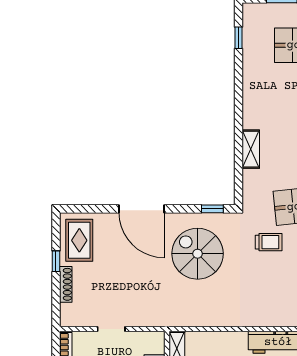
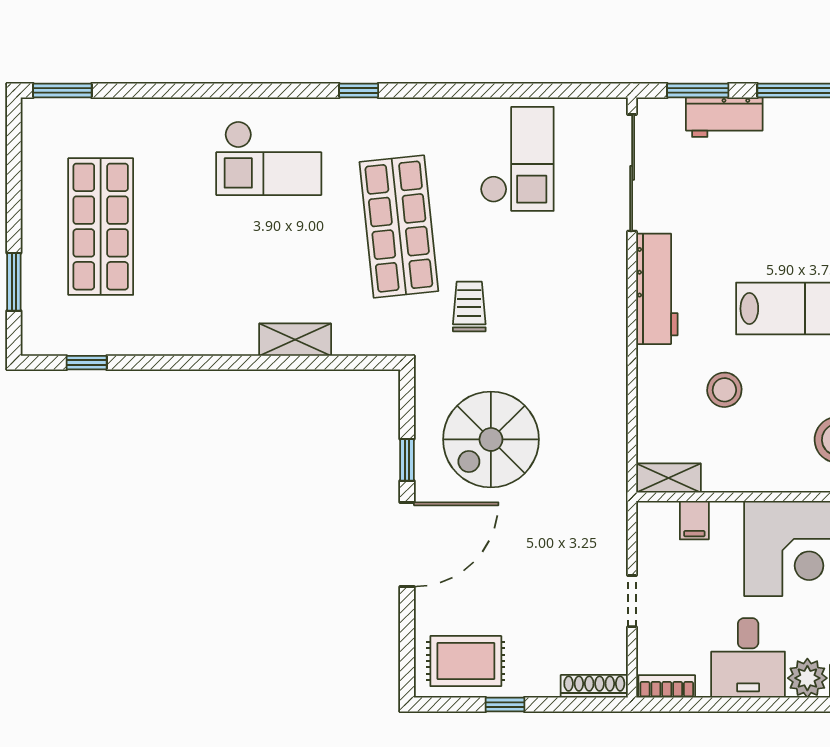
window: (212, 209) -> (407, 460), moved
shoe rack: (66, 284) -> (594, 686), moved

